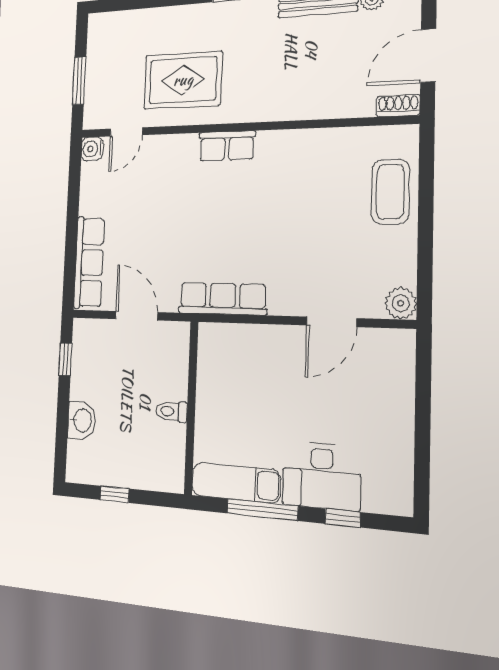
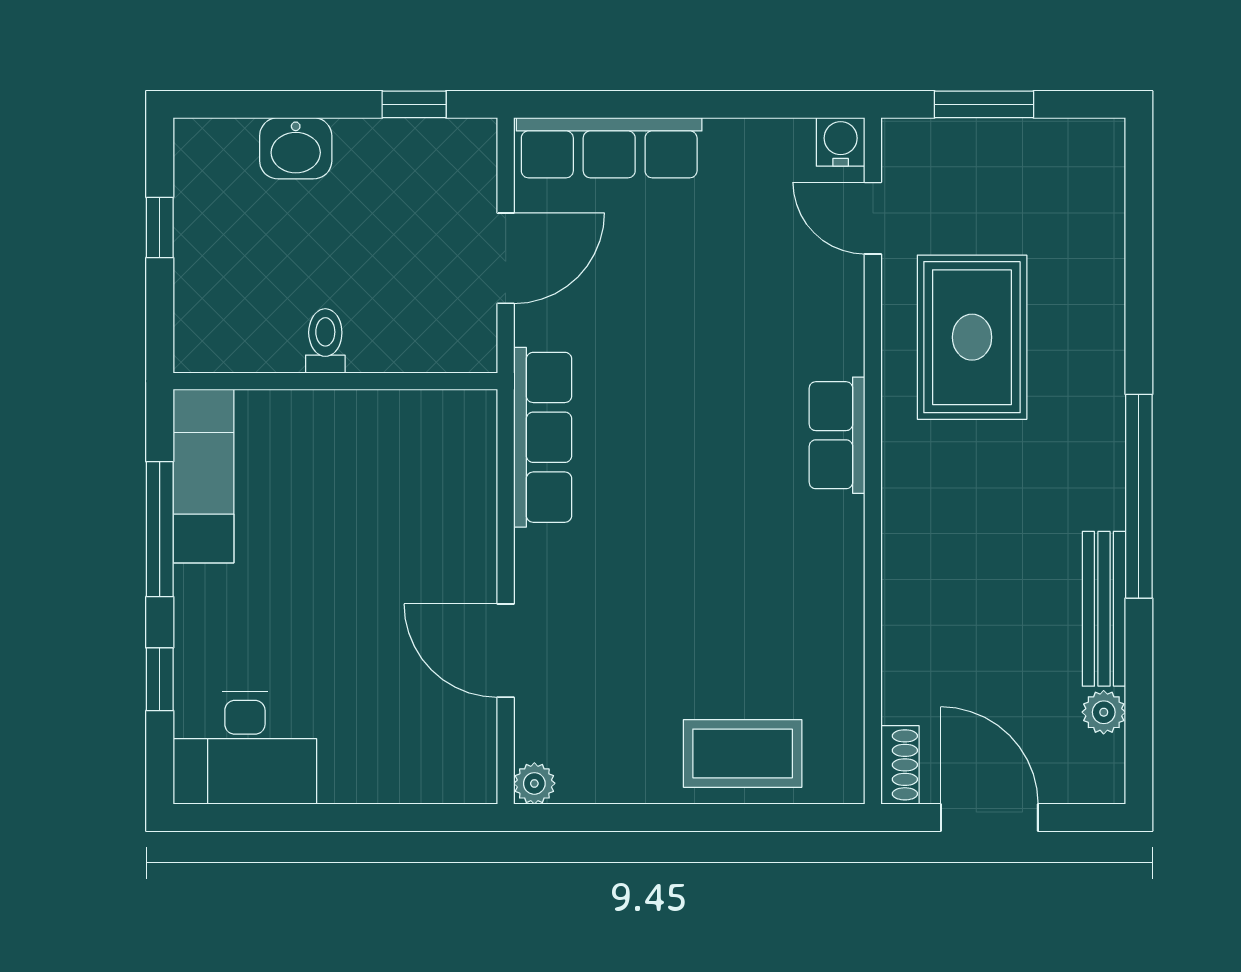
plant: (401, 303) -> (534, 783), width x0.73, depth x0.73
desk: (322, 476) -> (245, 748), moved, turned -90

